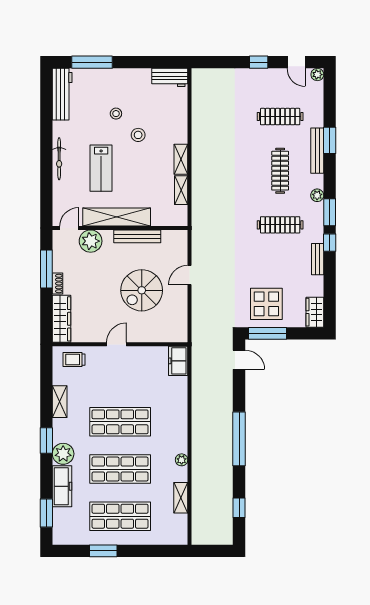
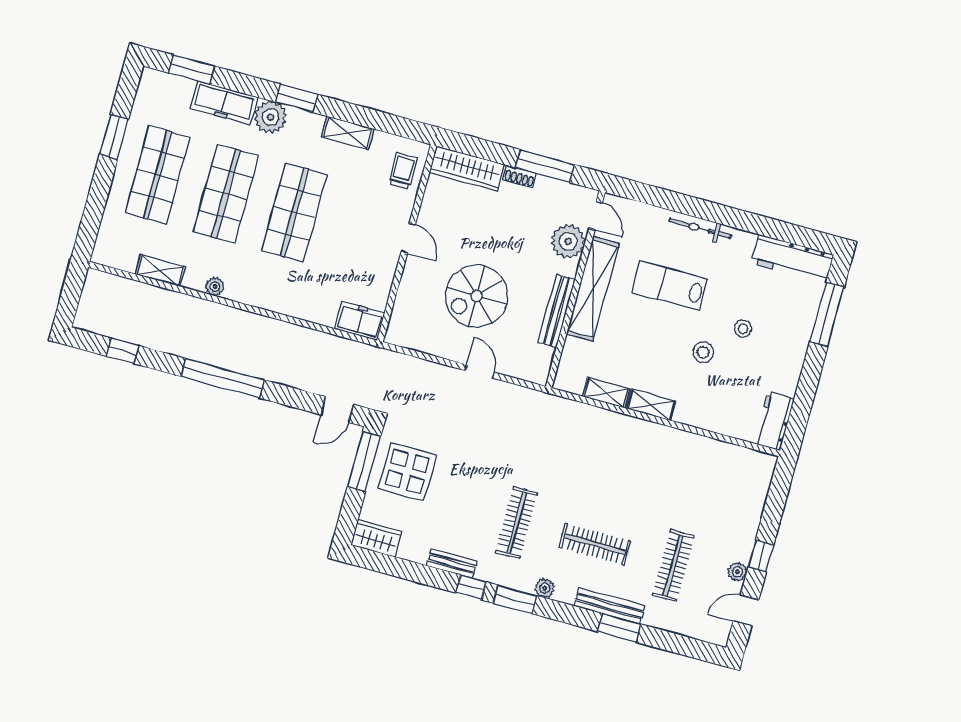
plant: (317, 75) -> (737, 572), moved
spiral stairs: (142, 290) -> (477, 296), turned -90

